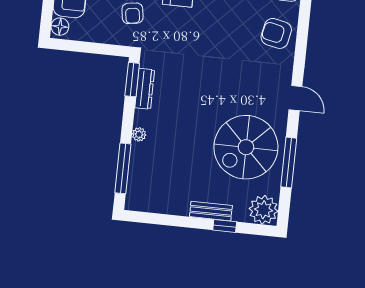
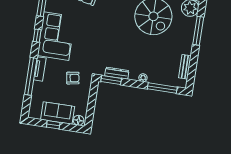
bench: (211, 211) -> (185, 67), moved
window: (225, 226) -> (198, 31), width x2.17

